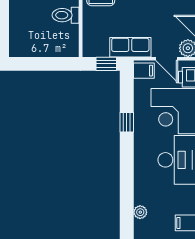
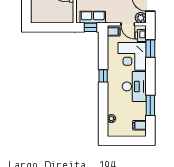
row of seats: (130, 47) -> (93, 17), moved
window: (127, 122) -> (103, 76), moved

